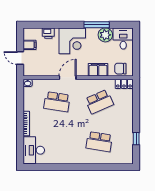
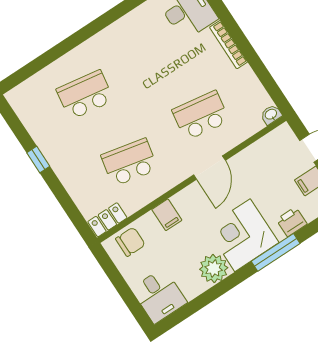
window: (97, 25) -> (276, 252), moved
plant: (105, 35) -> (214, 269), moved
filing cabinet: (98, 70) -> (167, 215), width x0.50
school desk: (99, 102) -> (129, 162), turned 36
window: (136, 139) -> (38, 159), moved

